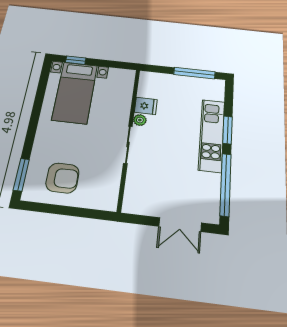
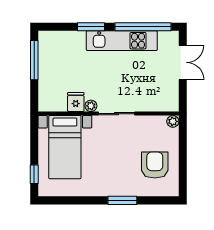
bed with nightstands: (75, 92) -> (65, 147), moved, turned 90
kitchen unit: (212, 135) -> (122, 41), moved
window: (21, 175) -> (122, 200), moved
plant: (110, 204) -> (173, 121), added

